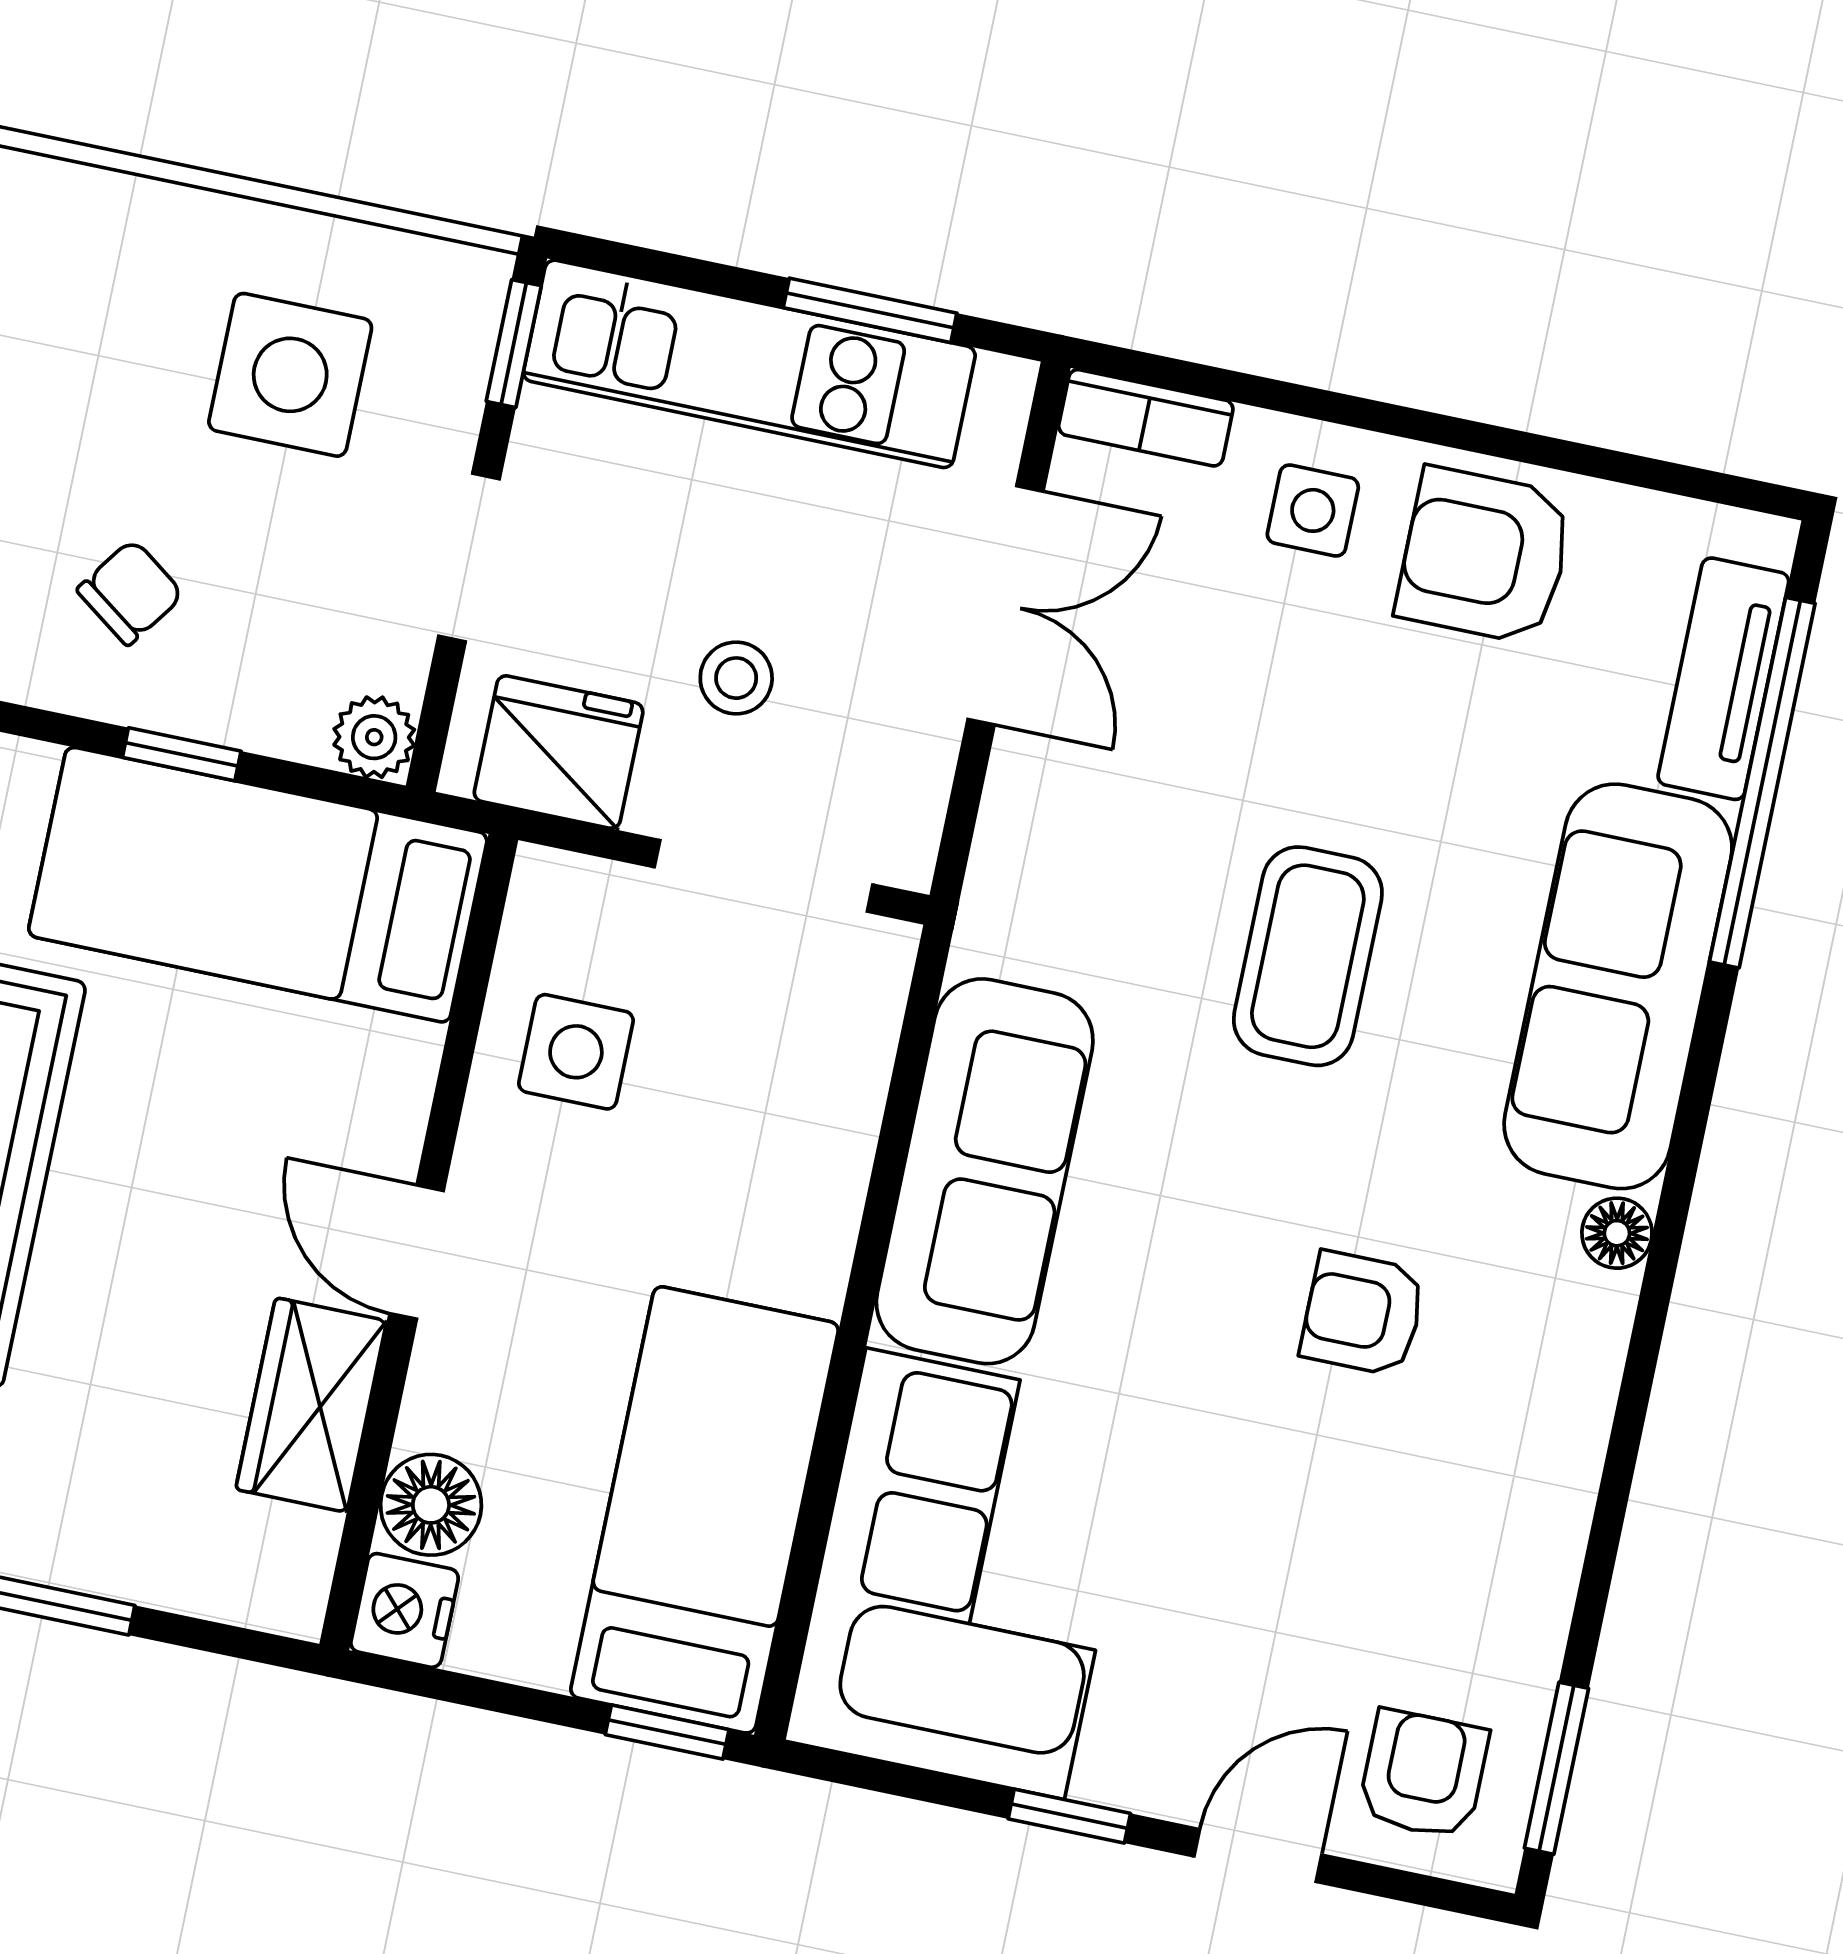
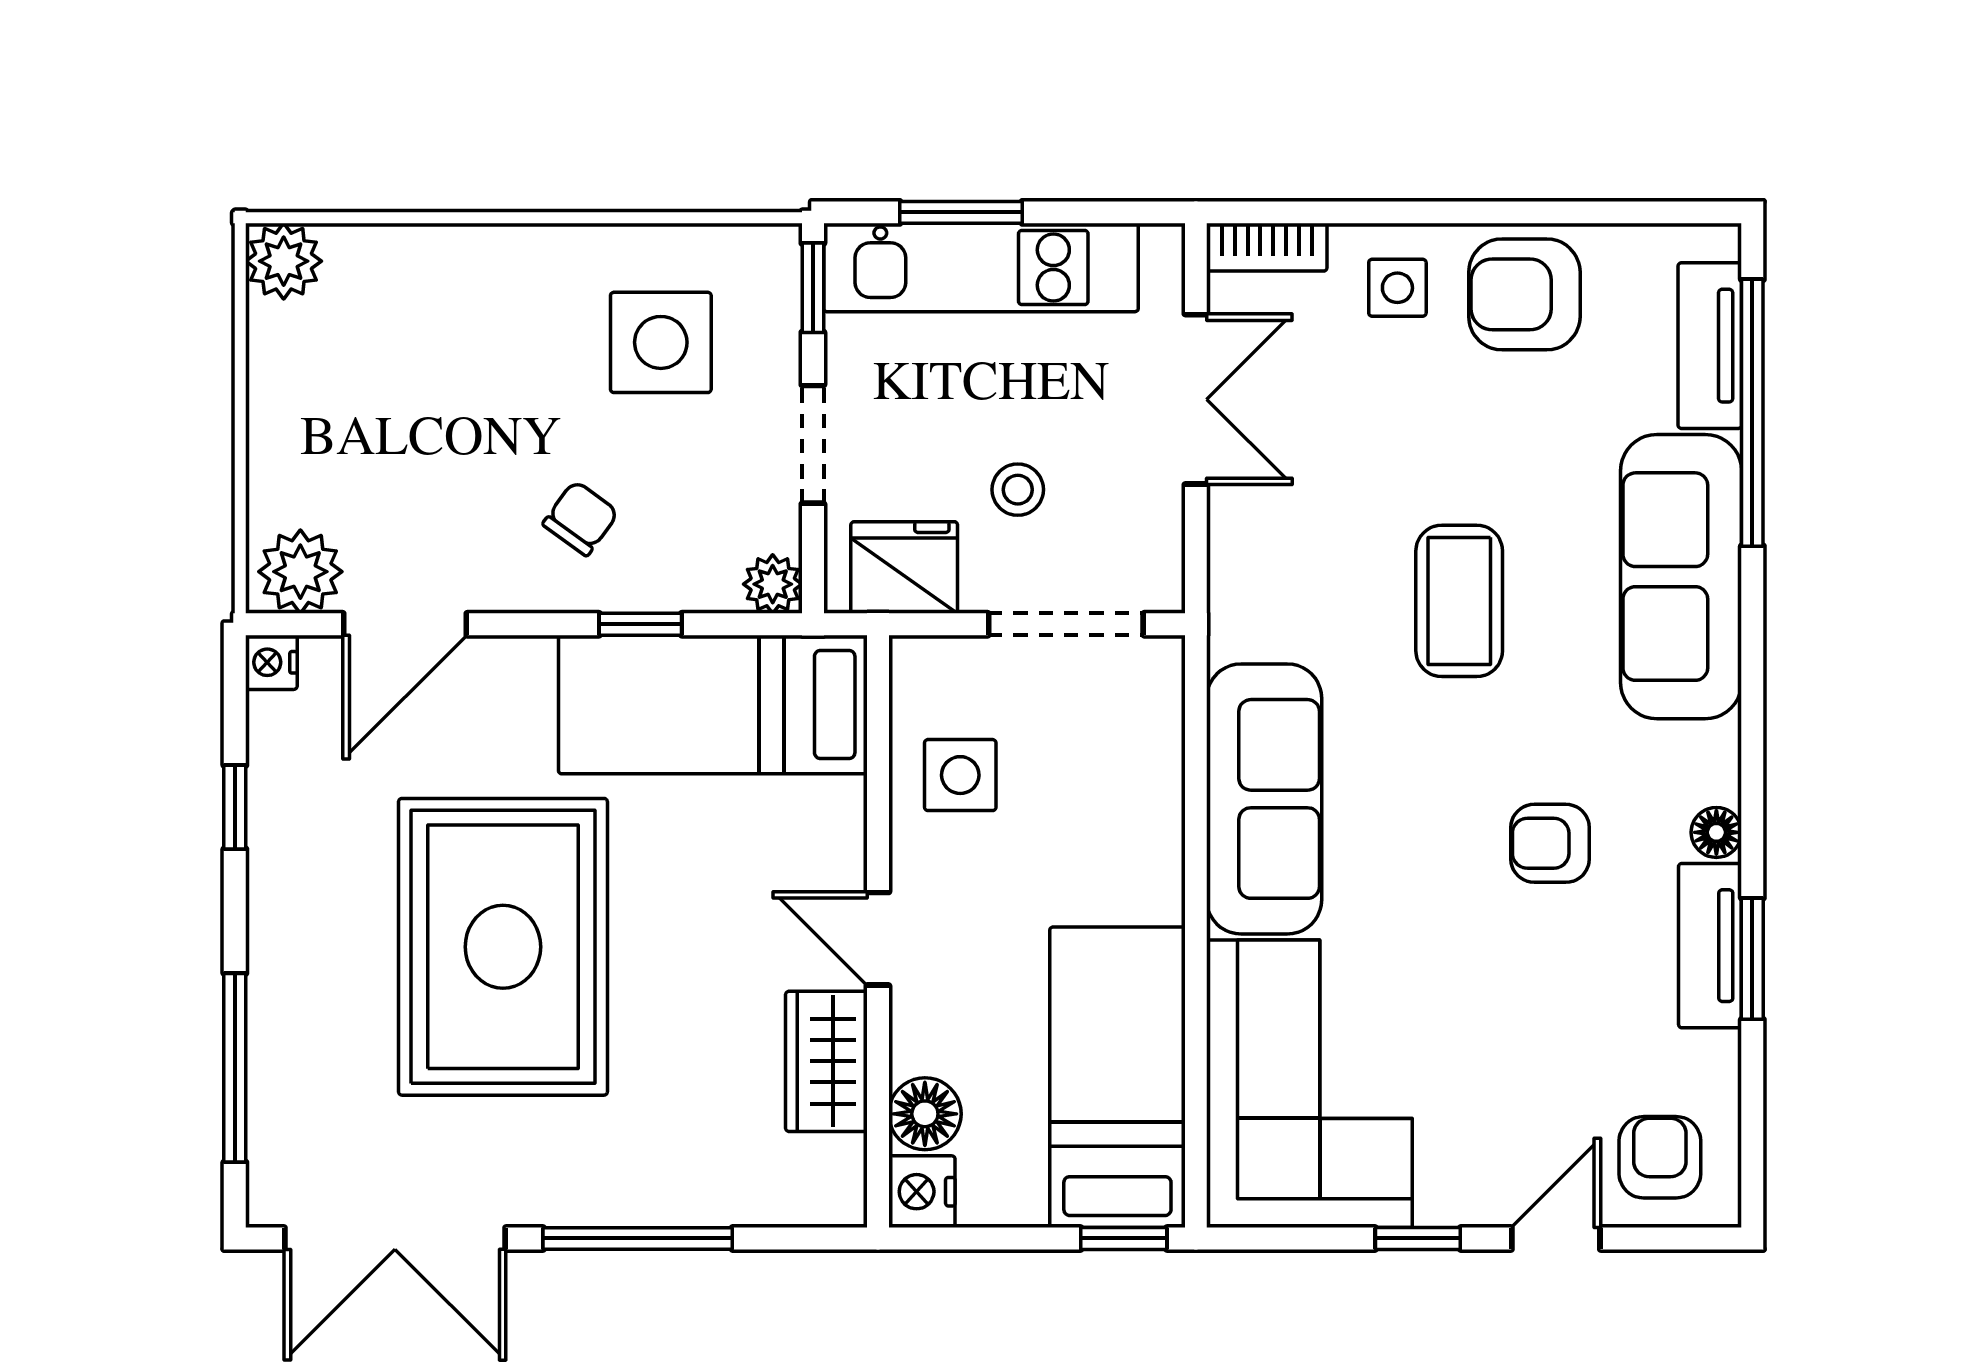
window: (870, 310) -> (961, 212), moved
floor lamp: (1617, 1233) -> (1716, 832), moved
tv unit: (1552, 1499) -> (1710, 946), added
window: (1556, 1768) -> (1752, 959), moved

